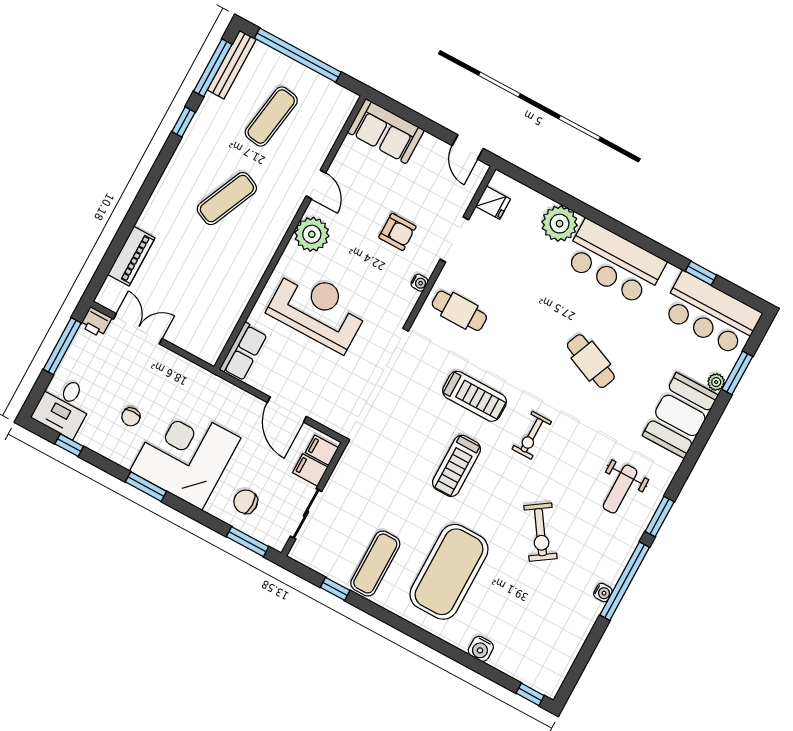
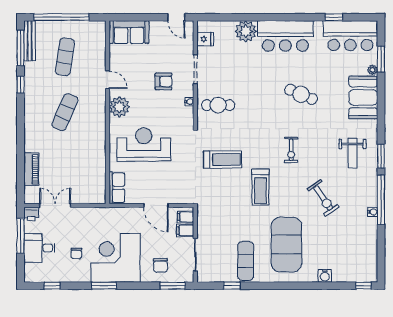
treadmill: (475, 396) -> (223, 160), moved
desk: (64, 406) -> (39, 248), moved, turned 90
chair: (246, 502) -> (160, 265), turned -90

